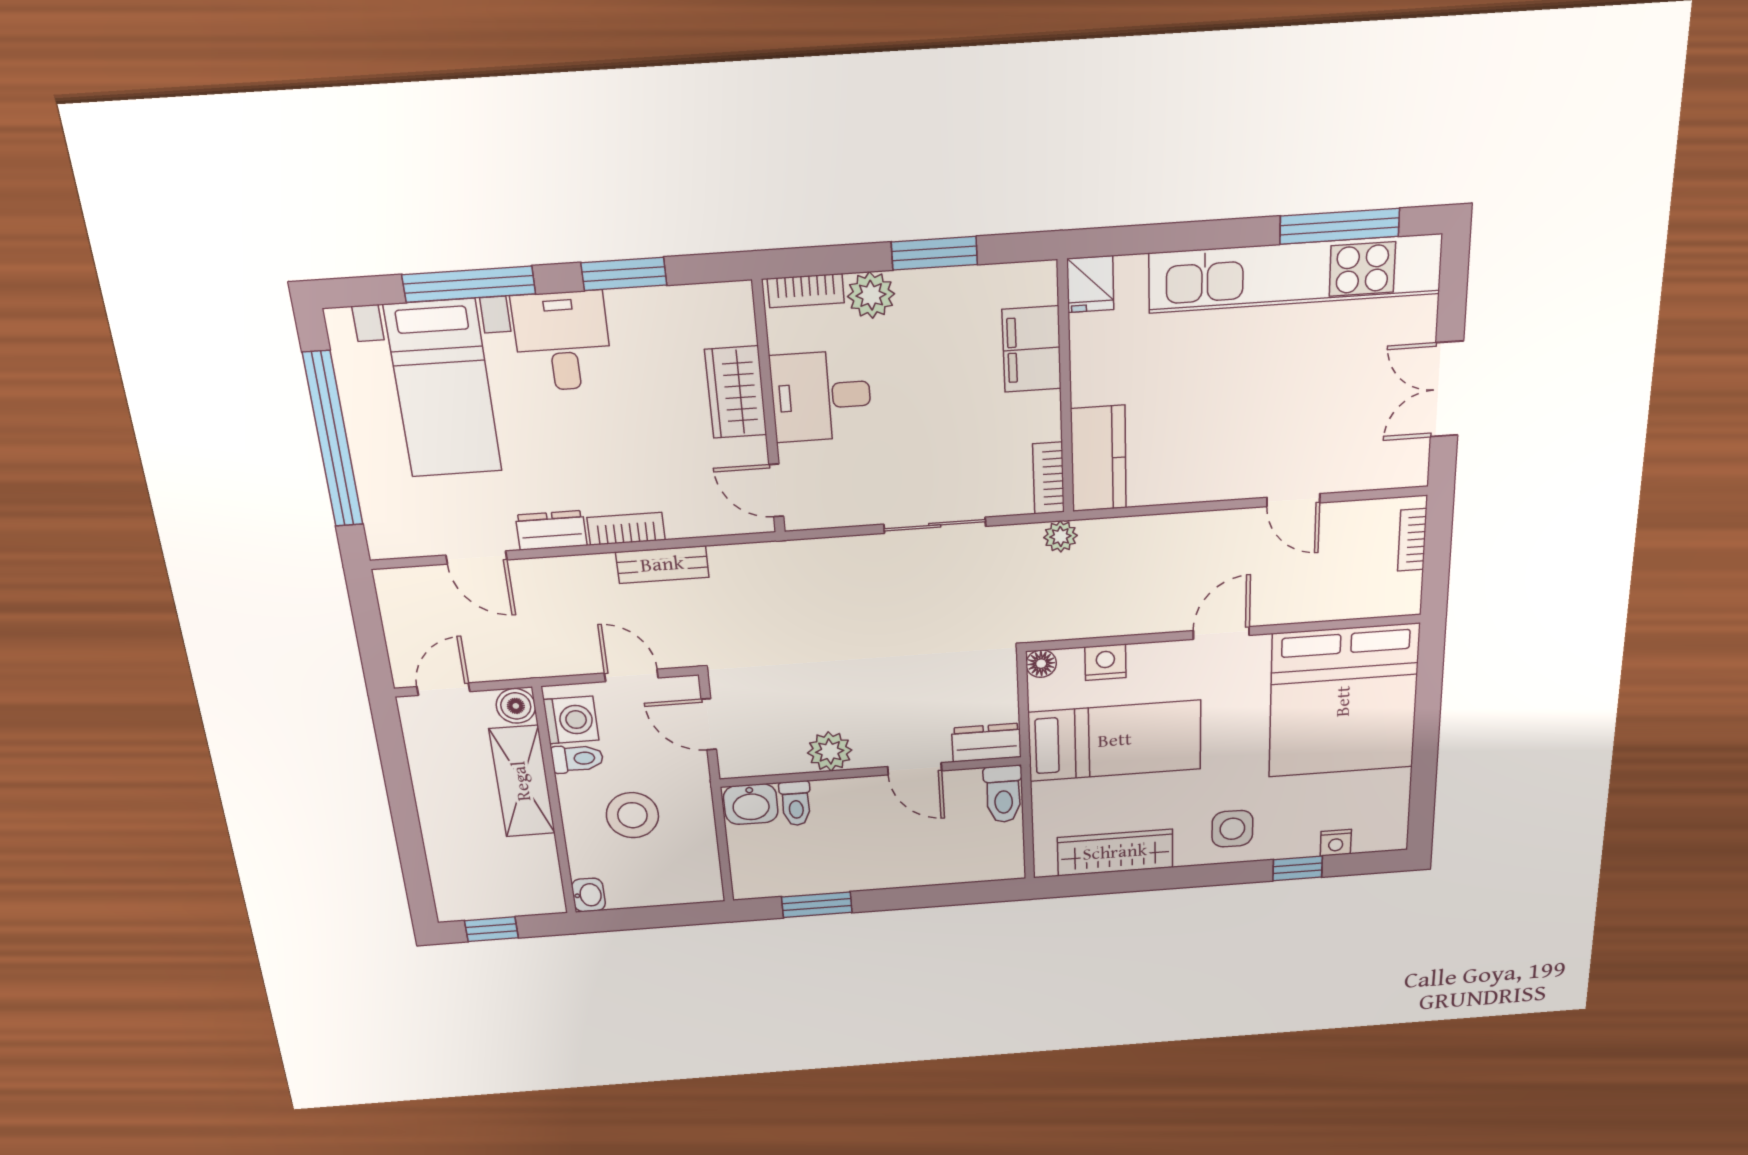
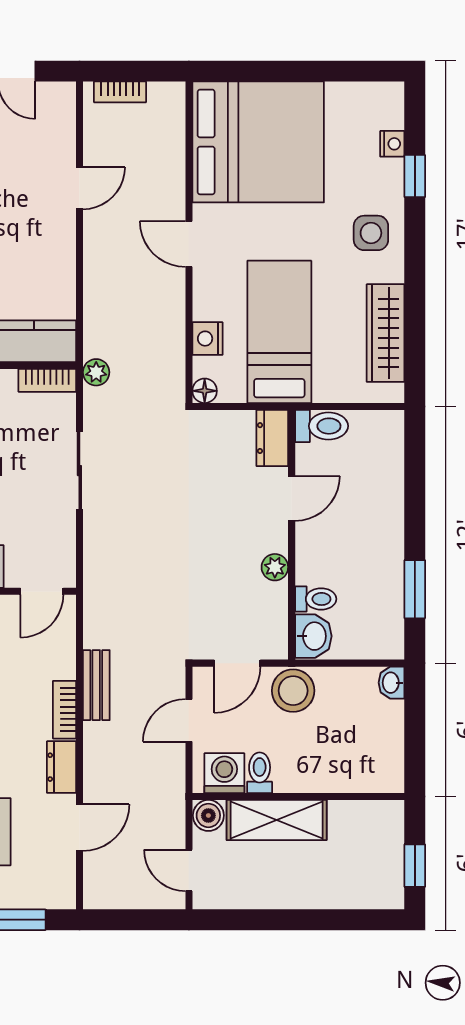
plant: (830, 751) -> (275, 567), width x0.73, depth x0.73
stool: (632, 815) -> (293, 691), moved
washbasin: (588, 895) -> (392, 683), moved, turned -90

